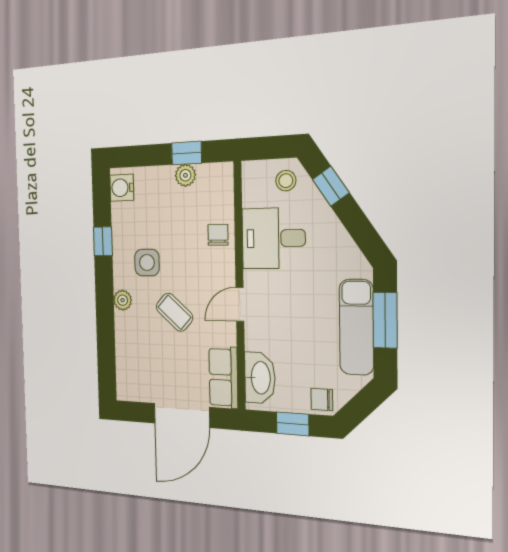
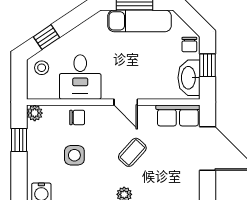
plant: (185, 175) -> (35, 113), moved
chair: (218, 235) -> (77, 117), turned 180
side table: (147, 263) -> (74, 155), moved
washbasin: (260, 378) -> (189, 78), moved, turned -90

